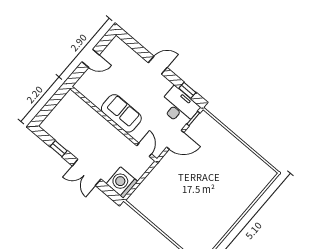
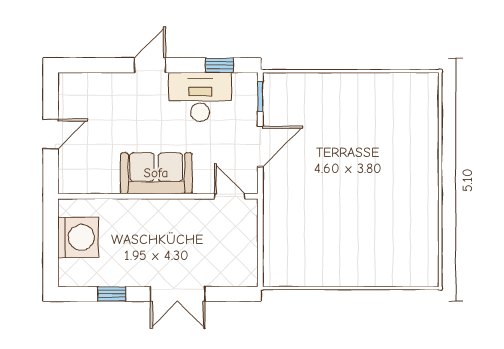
desk: (179, 106) -> (200, 97), moved
washing machine: (122, 183) -> (78, 237), moved, turned 180

